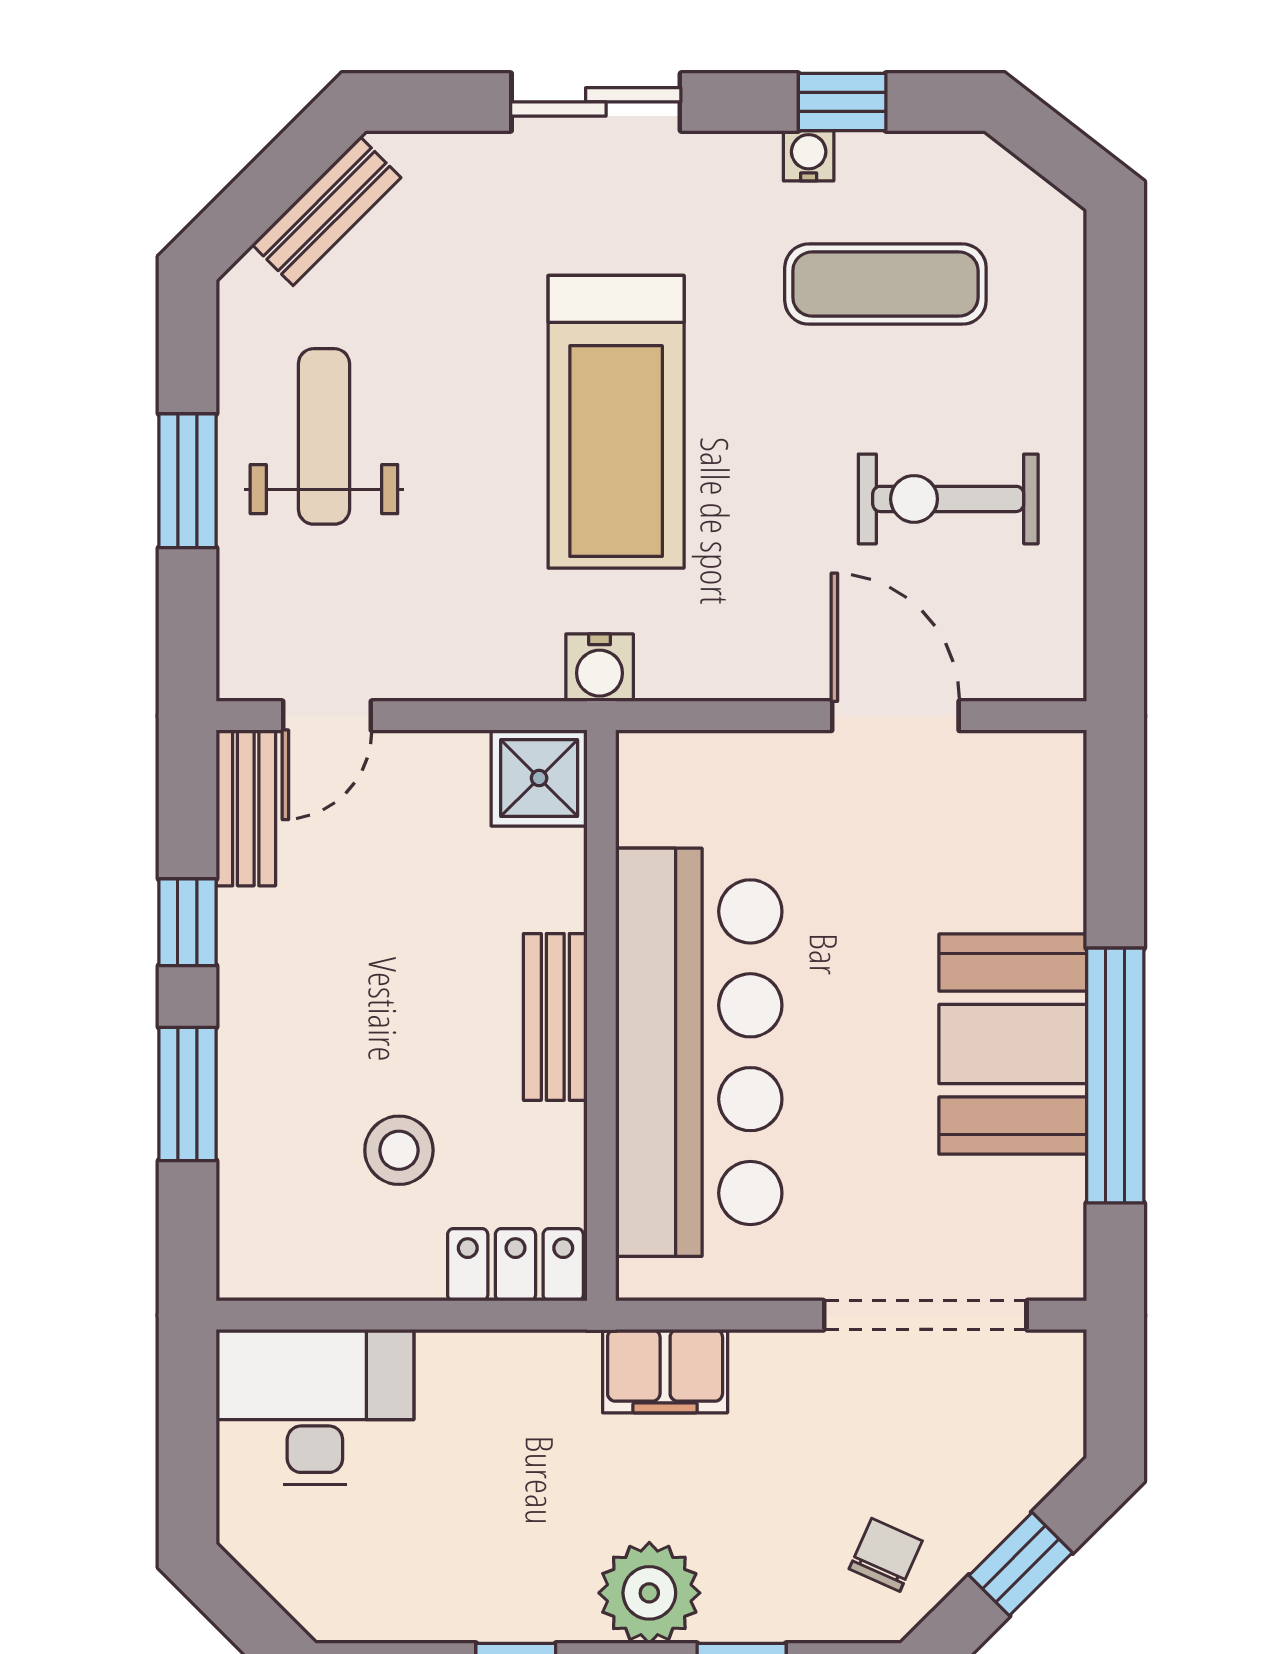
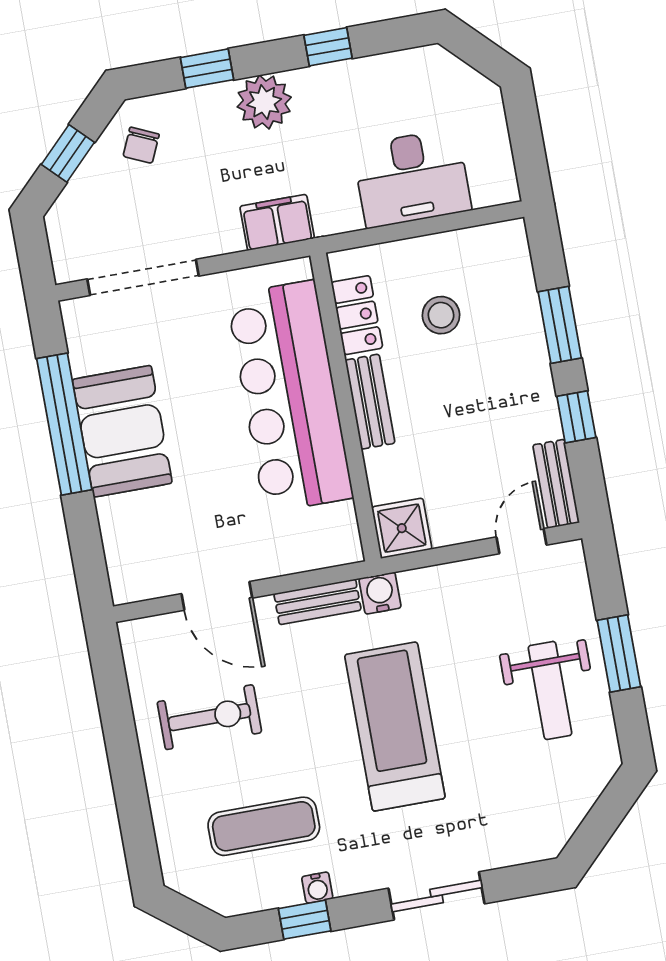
bench: (326, 211) -> (317, 602), moved, turned 45
locker: (515, 1265) -> (357, 315), moved, turned -90
desk: (315, 1407) -> (412, 178), moved

